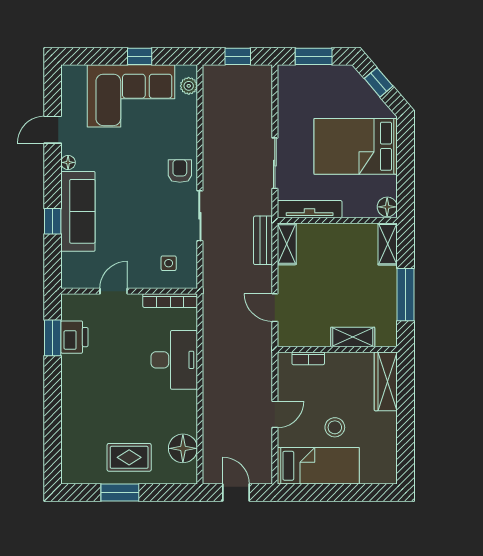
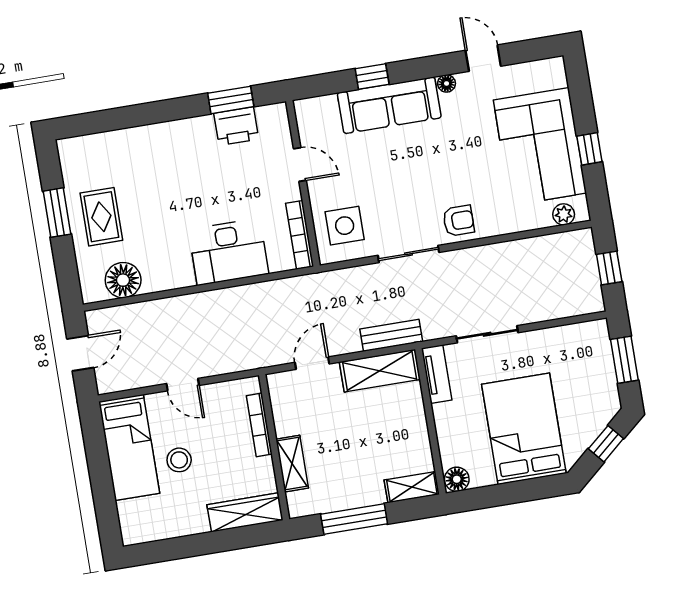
tv unit: (310, 209) -> (437, 374), width x0.71
shelving: (287, 244) -> (380, 371), width x1.50, depth x1.33
side table: (169, 263) -> (345, 226), width x1.87, depth x1.87
bookcase: (308, 358) -> (259, 425), width x1.56

